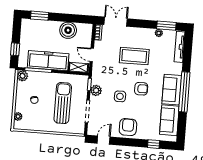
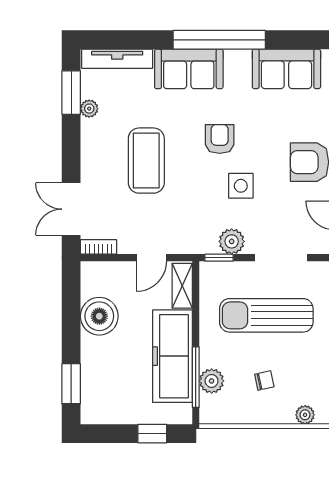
plant: (22, 76) -> (212, 381), moved
sofa: (172, 90) -> (189, 69), moved

